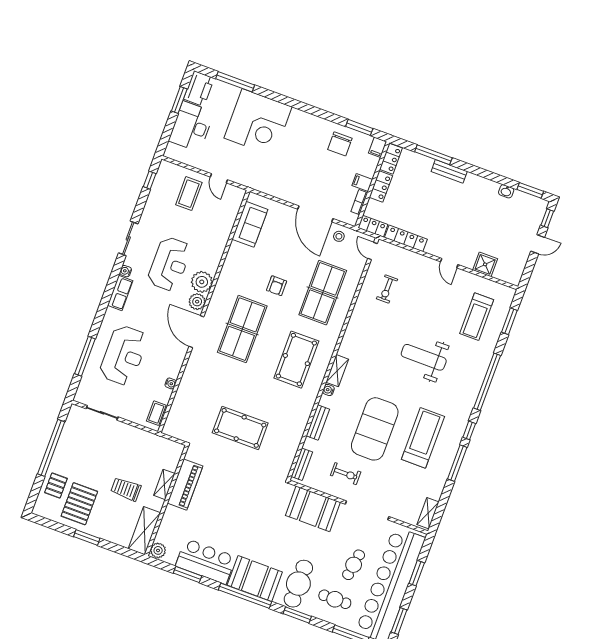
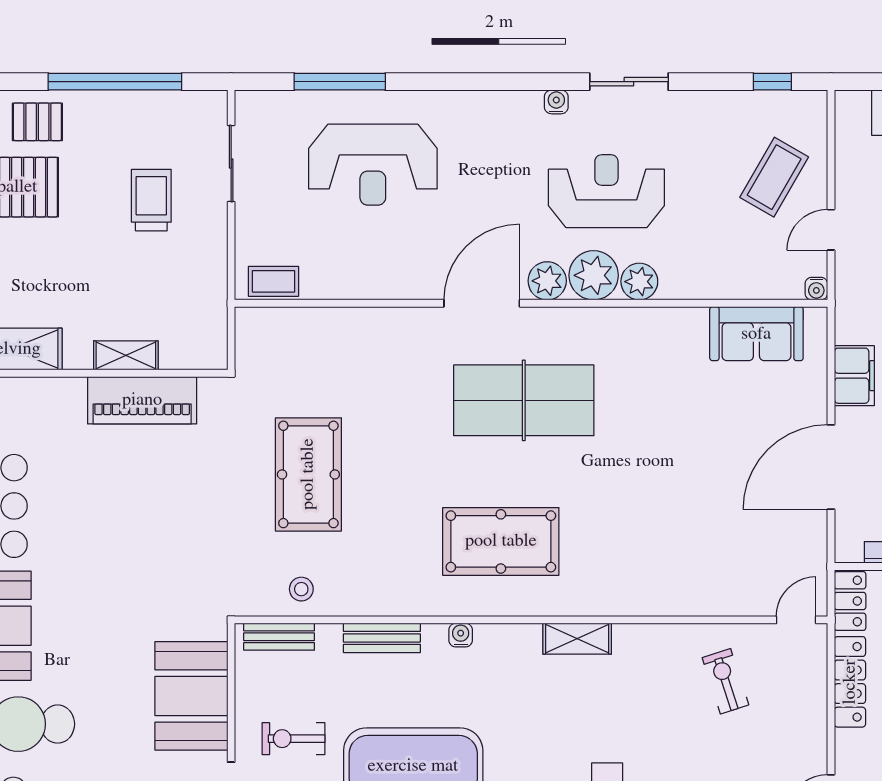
filing cabinet: (282, 191) -> (854, 376), added
coffee table: (189, 194) -> (774, 177), turned -60
stool: (339, 236) -> (301, 589), moved
reception desk: (169, 264) -> (606, 191), turned 180
plant: (211, 264) -> (639, 282), added
armchair: (277, 286) -> (645, 440), removed
exercise bike: (387, 289) -> (725, 681), turned 72
row of seats: (120, 293) -> (505, 108), removed
table tennis table: (323, 293) -> (667, 545), removed
shelving: (337, 371) -> (577, 639), moved
water cooler: (171, 383) -> (816, 289), moved
exercise bike: (346, 474) -> (293, 739), turned 90
trolley: (126, 489) -> (151, 200), moved

